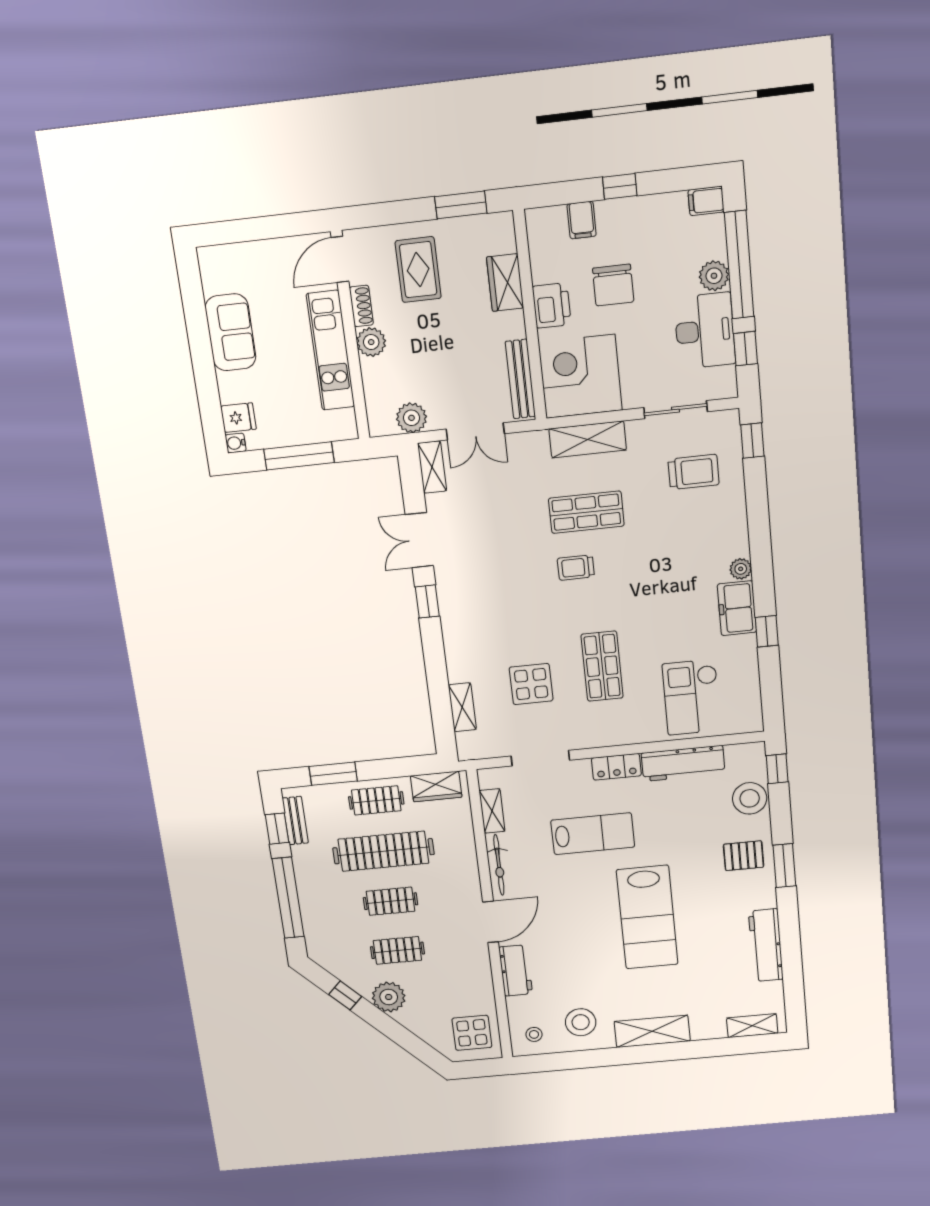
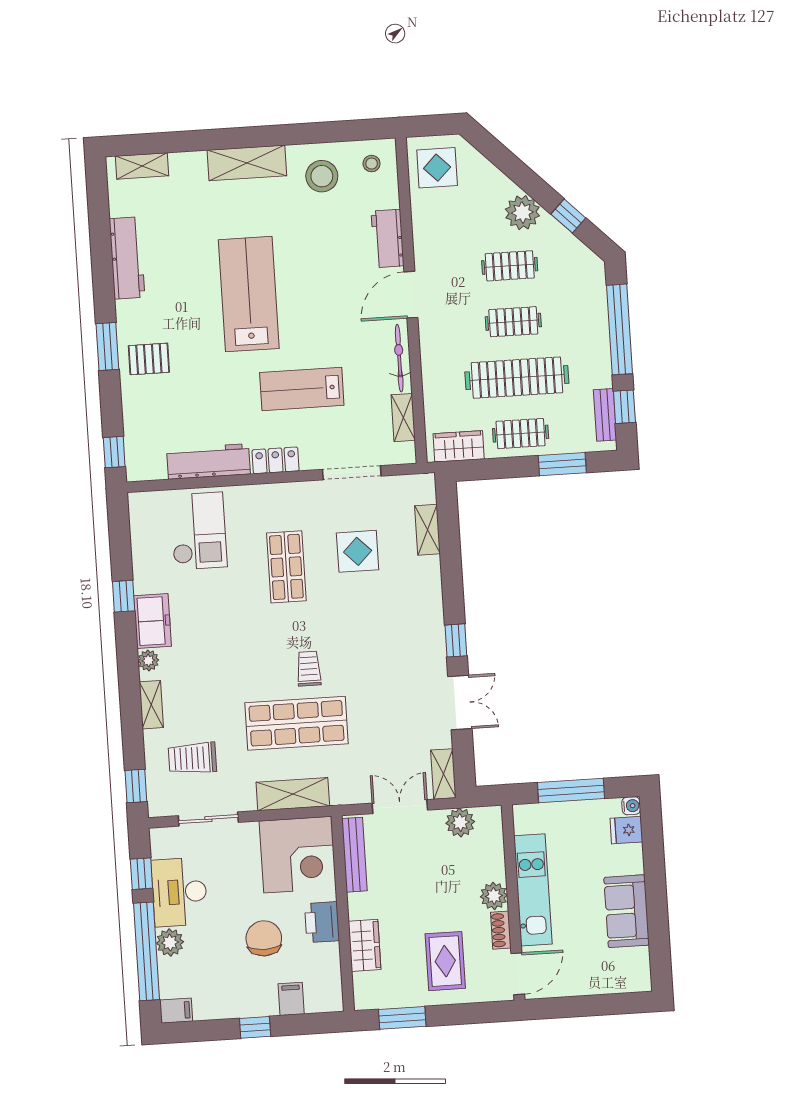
shop shelf: (586, 512) -> (297, 723), width x1.43, depth x1.36
shelving: (737, 525) -> (151, 705), added
trolley: (576, 568) -> (309, 669), turned -90
stool: (750, 798) -> (142, 421), removed

